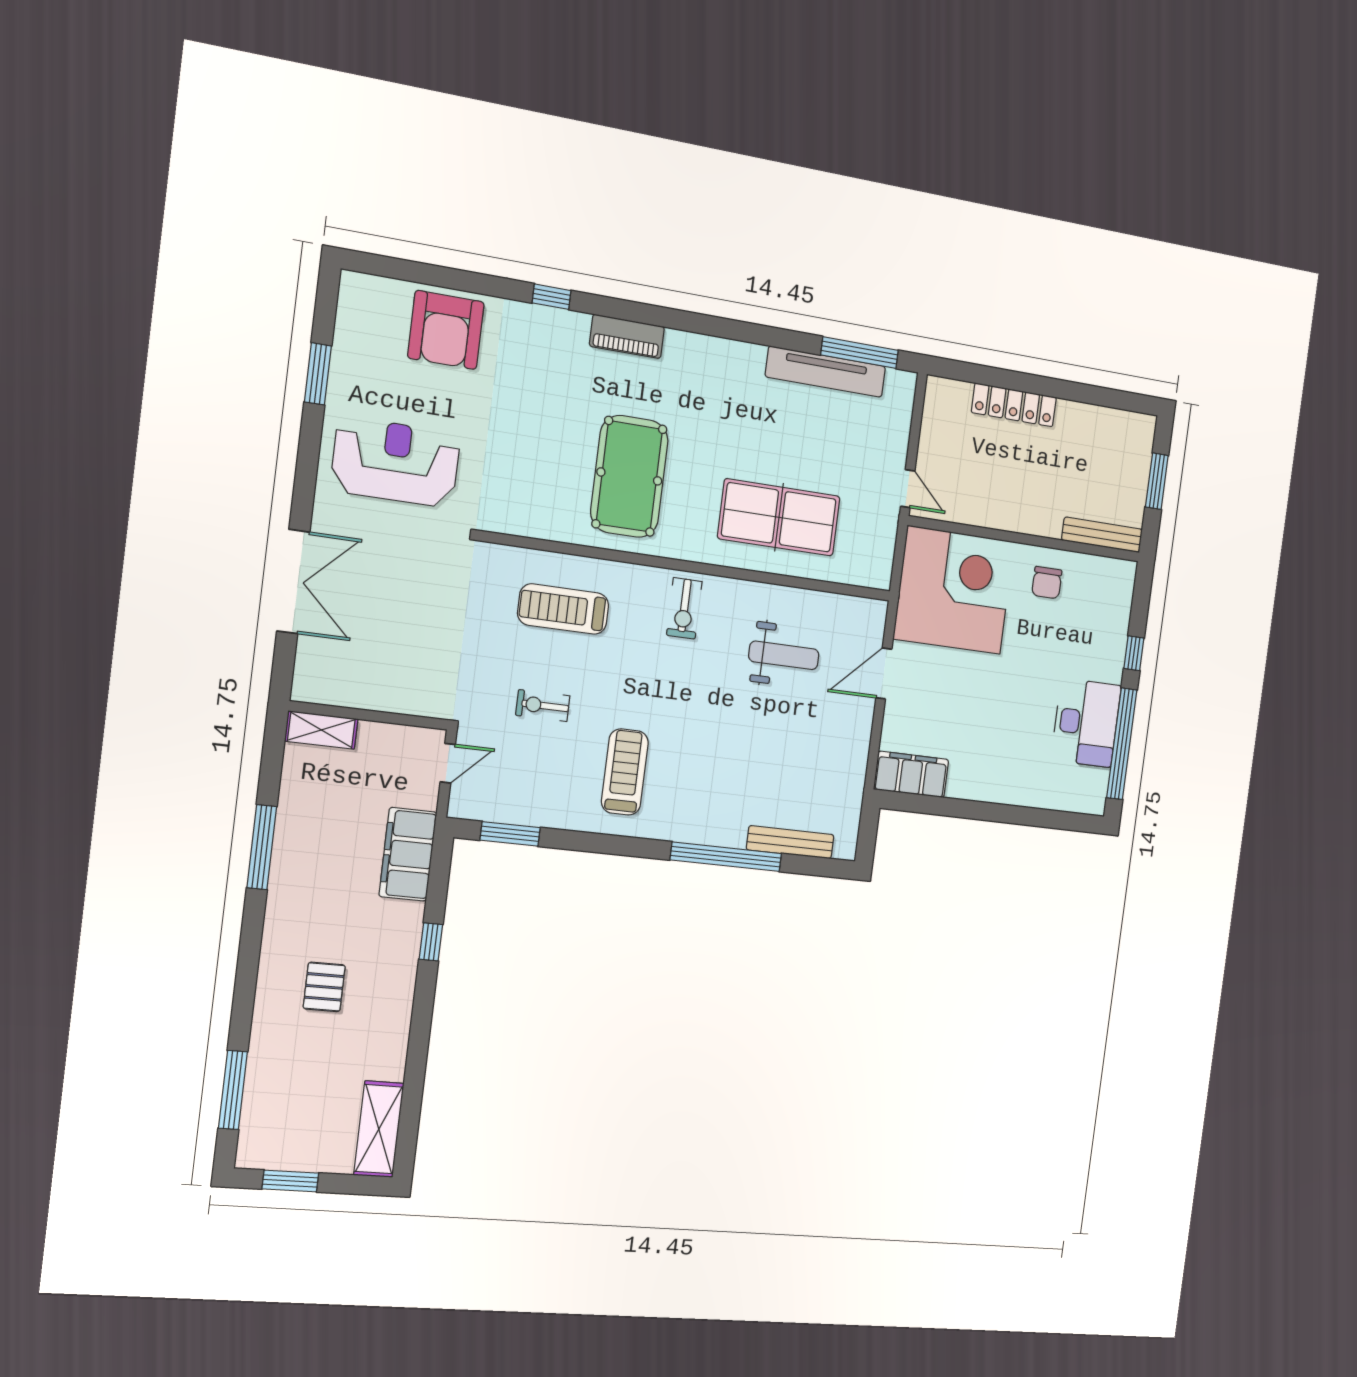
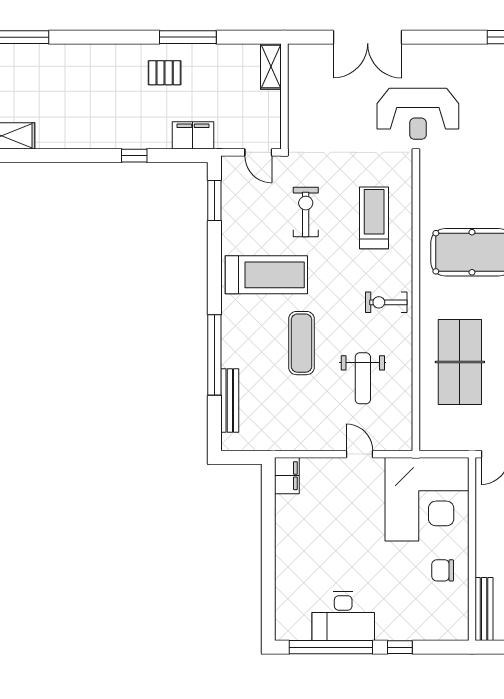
reception desk: (396, 462) -> (418, 114), moved, turned 90
door: (884, 673) -> (360, 454), width x0.73
exercise bike: (543, 706) -> (306, 212), width x1.38, depth x1.39
exercise mat: (725, 734) -> (301, 343), added
treadmill: (625, 772) -> (266, 275), width x1.37, depth x1.37
filing cabinet: (911, 774) -> (287, 476), width x0.67, depth x0.86
filing cabinet: (408, 854) -> (193, 135), width x0.67, depth x0.86
pallet: (324, 987) -> (165, 73), moved

